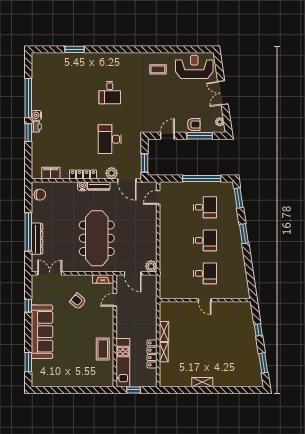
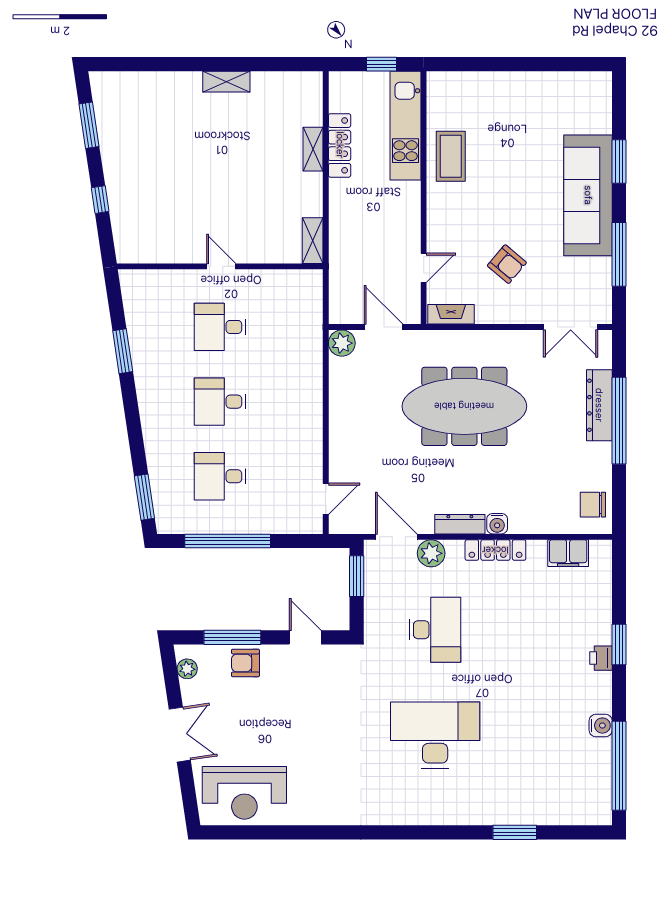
coffee table: (158, 69) -> (326, 787), removed
desk: (110, 92) -> (435, 735), width x1.87, depth x1.30
window: (28, 98) -> (619, 766), moved
water cooler: (36, 115) -> (601, 726), moved
door: (167, 136) -> (305, 637), swing flipped
window: (244, 234) -> (123, 351), moved
meeting table: (97, 238) -> (464, 406), turned 90
window: (28, 306) -> (619, 254), width x2.17
shelving: (164, 331) -> (313, 241), moved
window: (28, 362) -> (619, 161), moved

